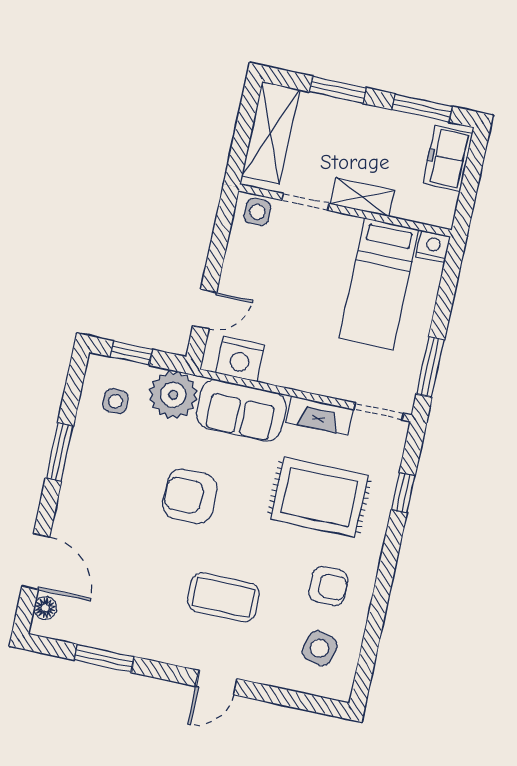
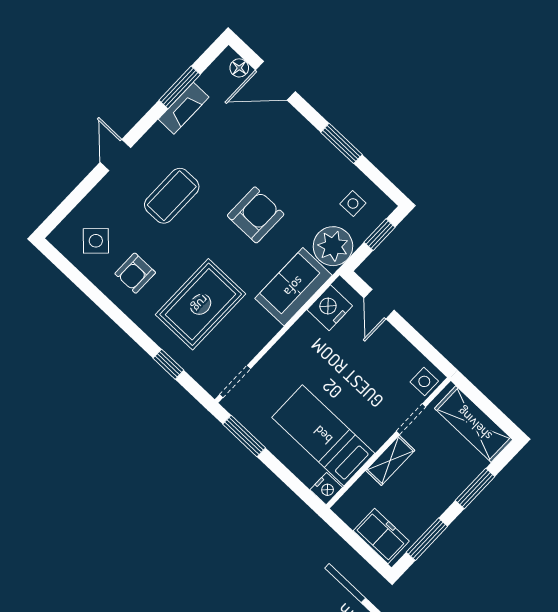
fireplace: (319, 416) -> (184, 108), moved, turned 180
side table: (320, 648) -> (96, 241), turned 30

